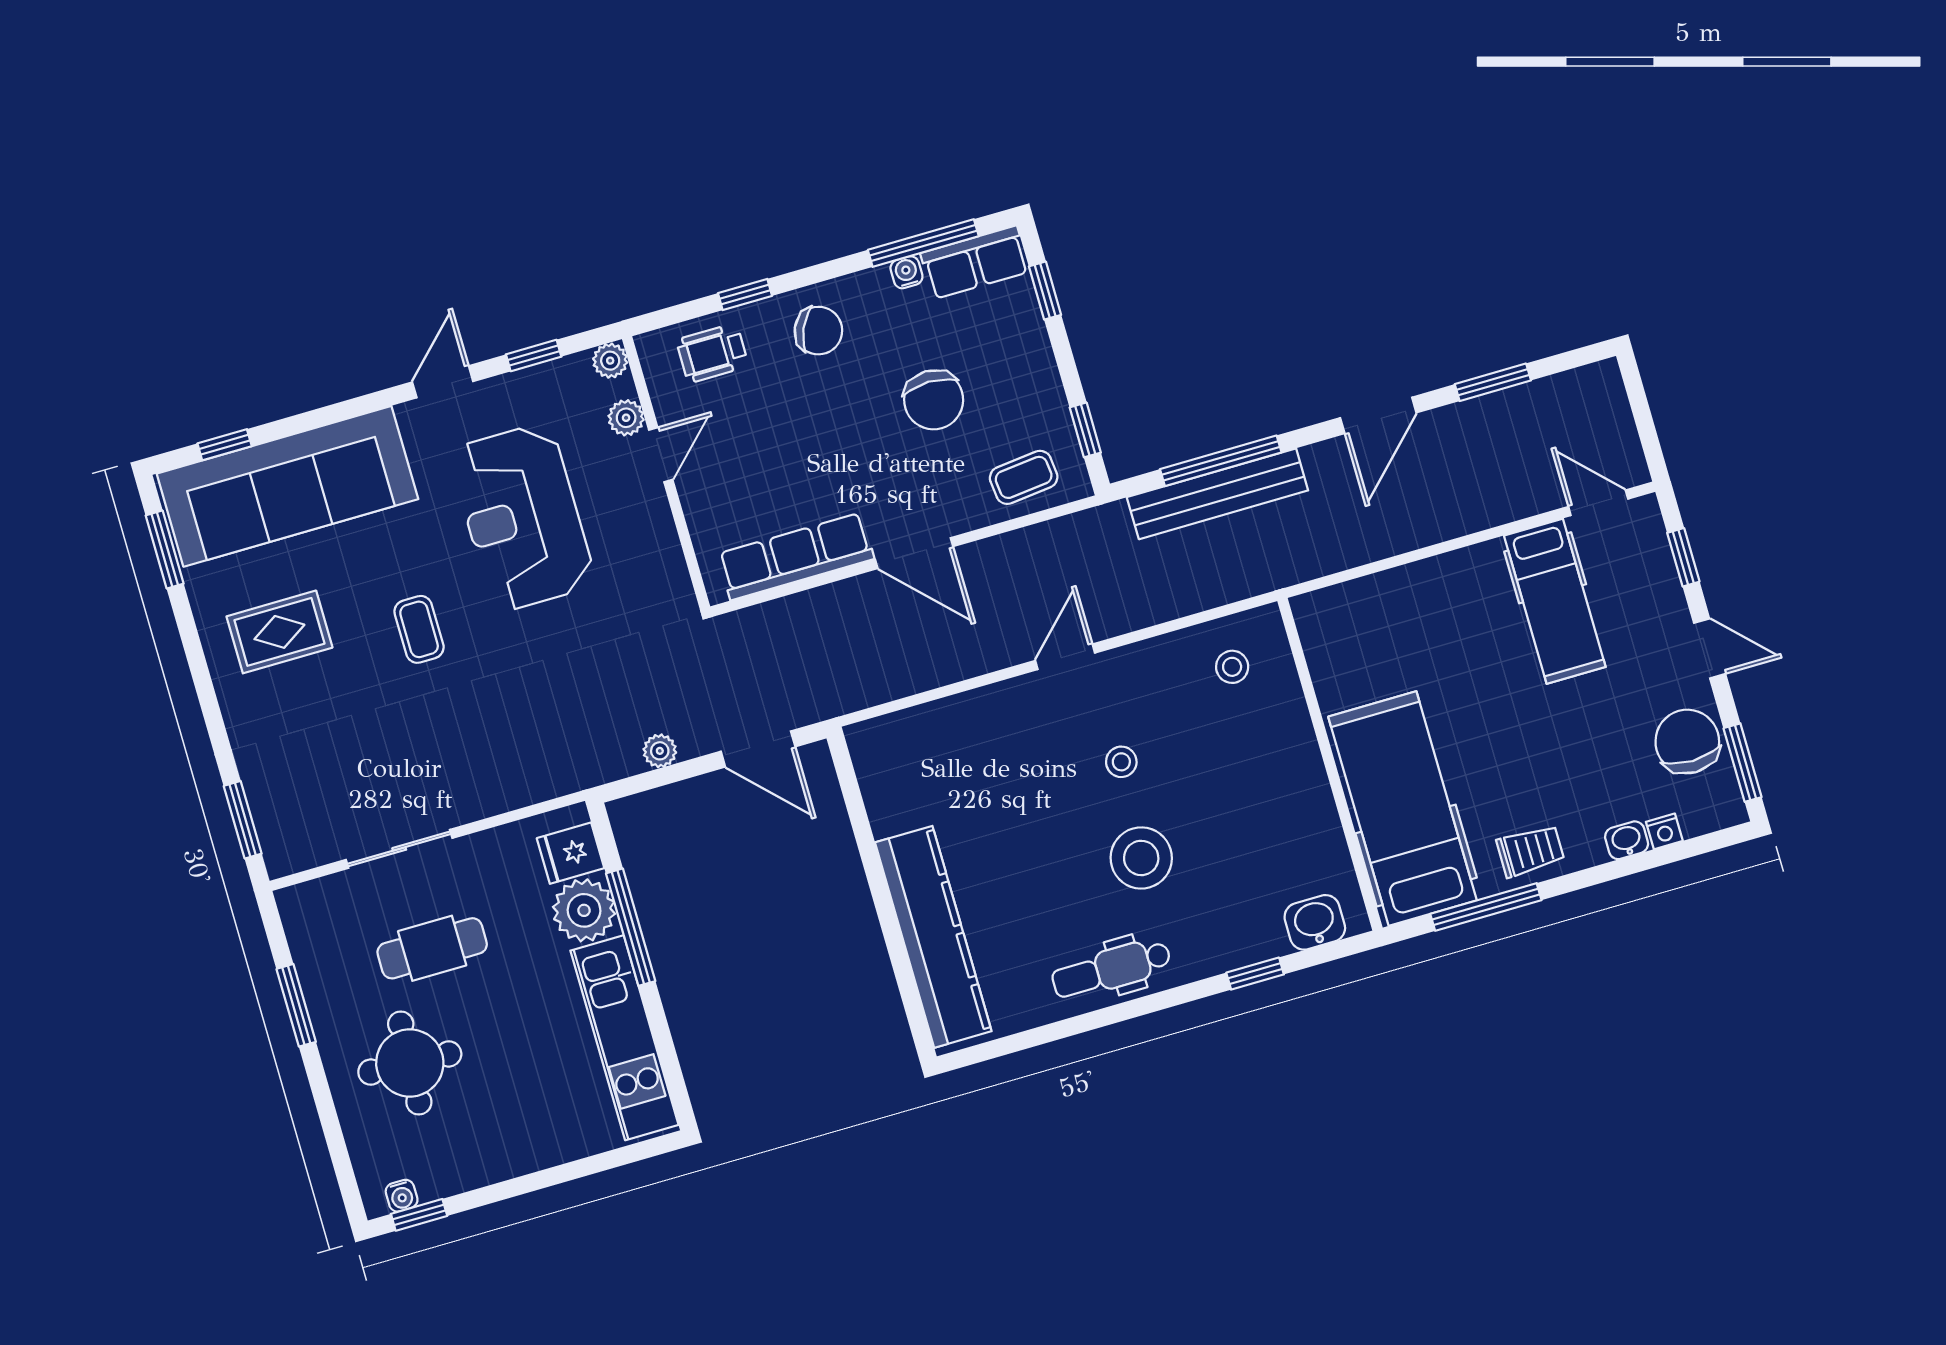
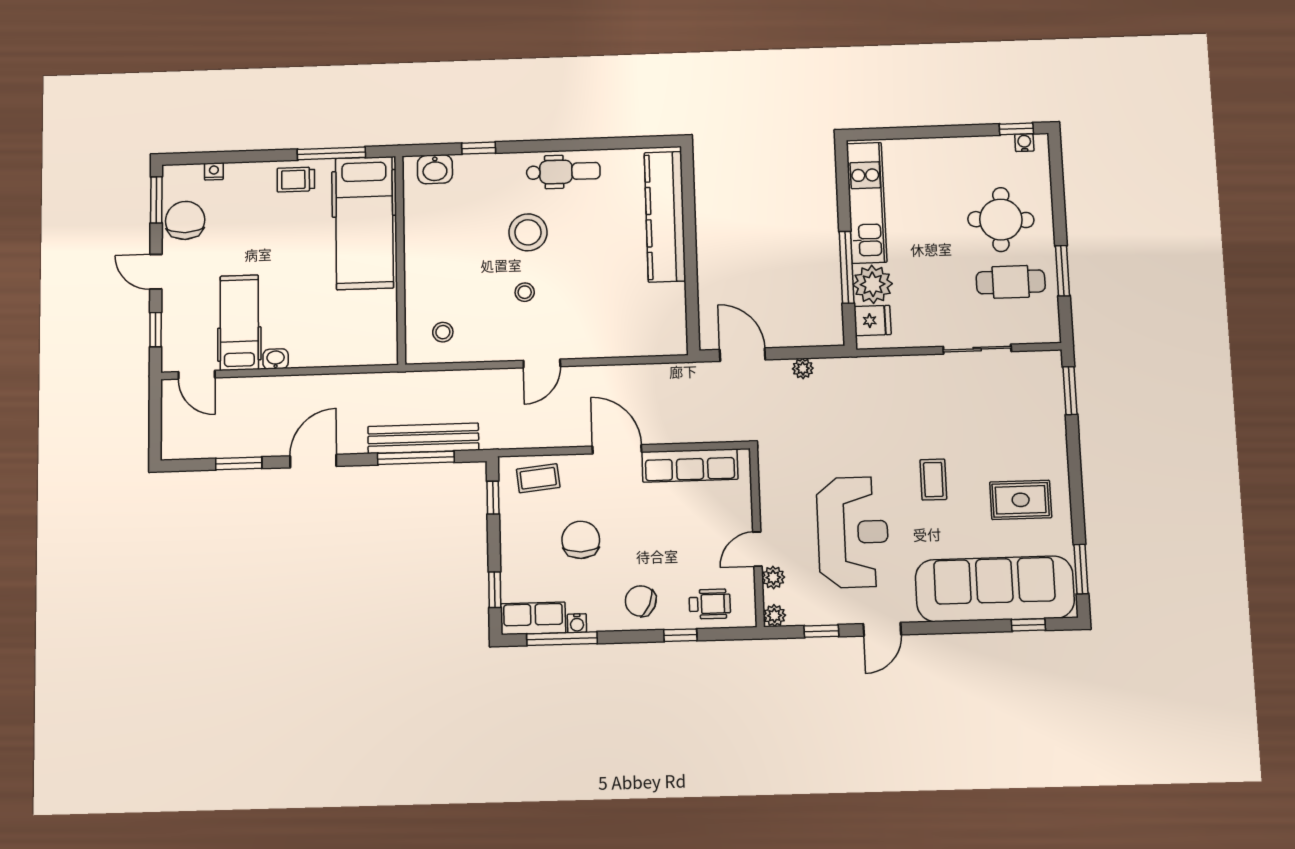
chair: (1687, 741) -> (185, 220), turned 180
washbasin: (1627, 840) -> (276, 359), moved, turned 180
cafe table: (432, 948) -> (1011, 282), moved

